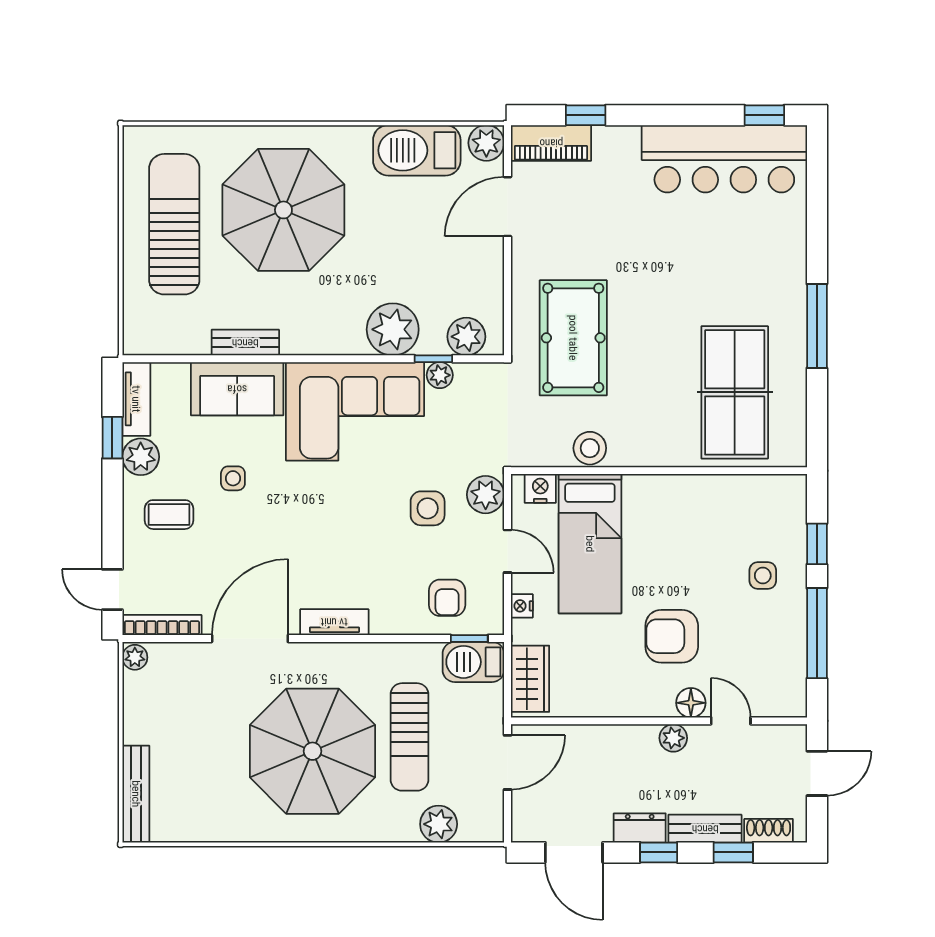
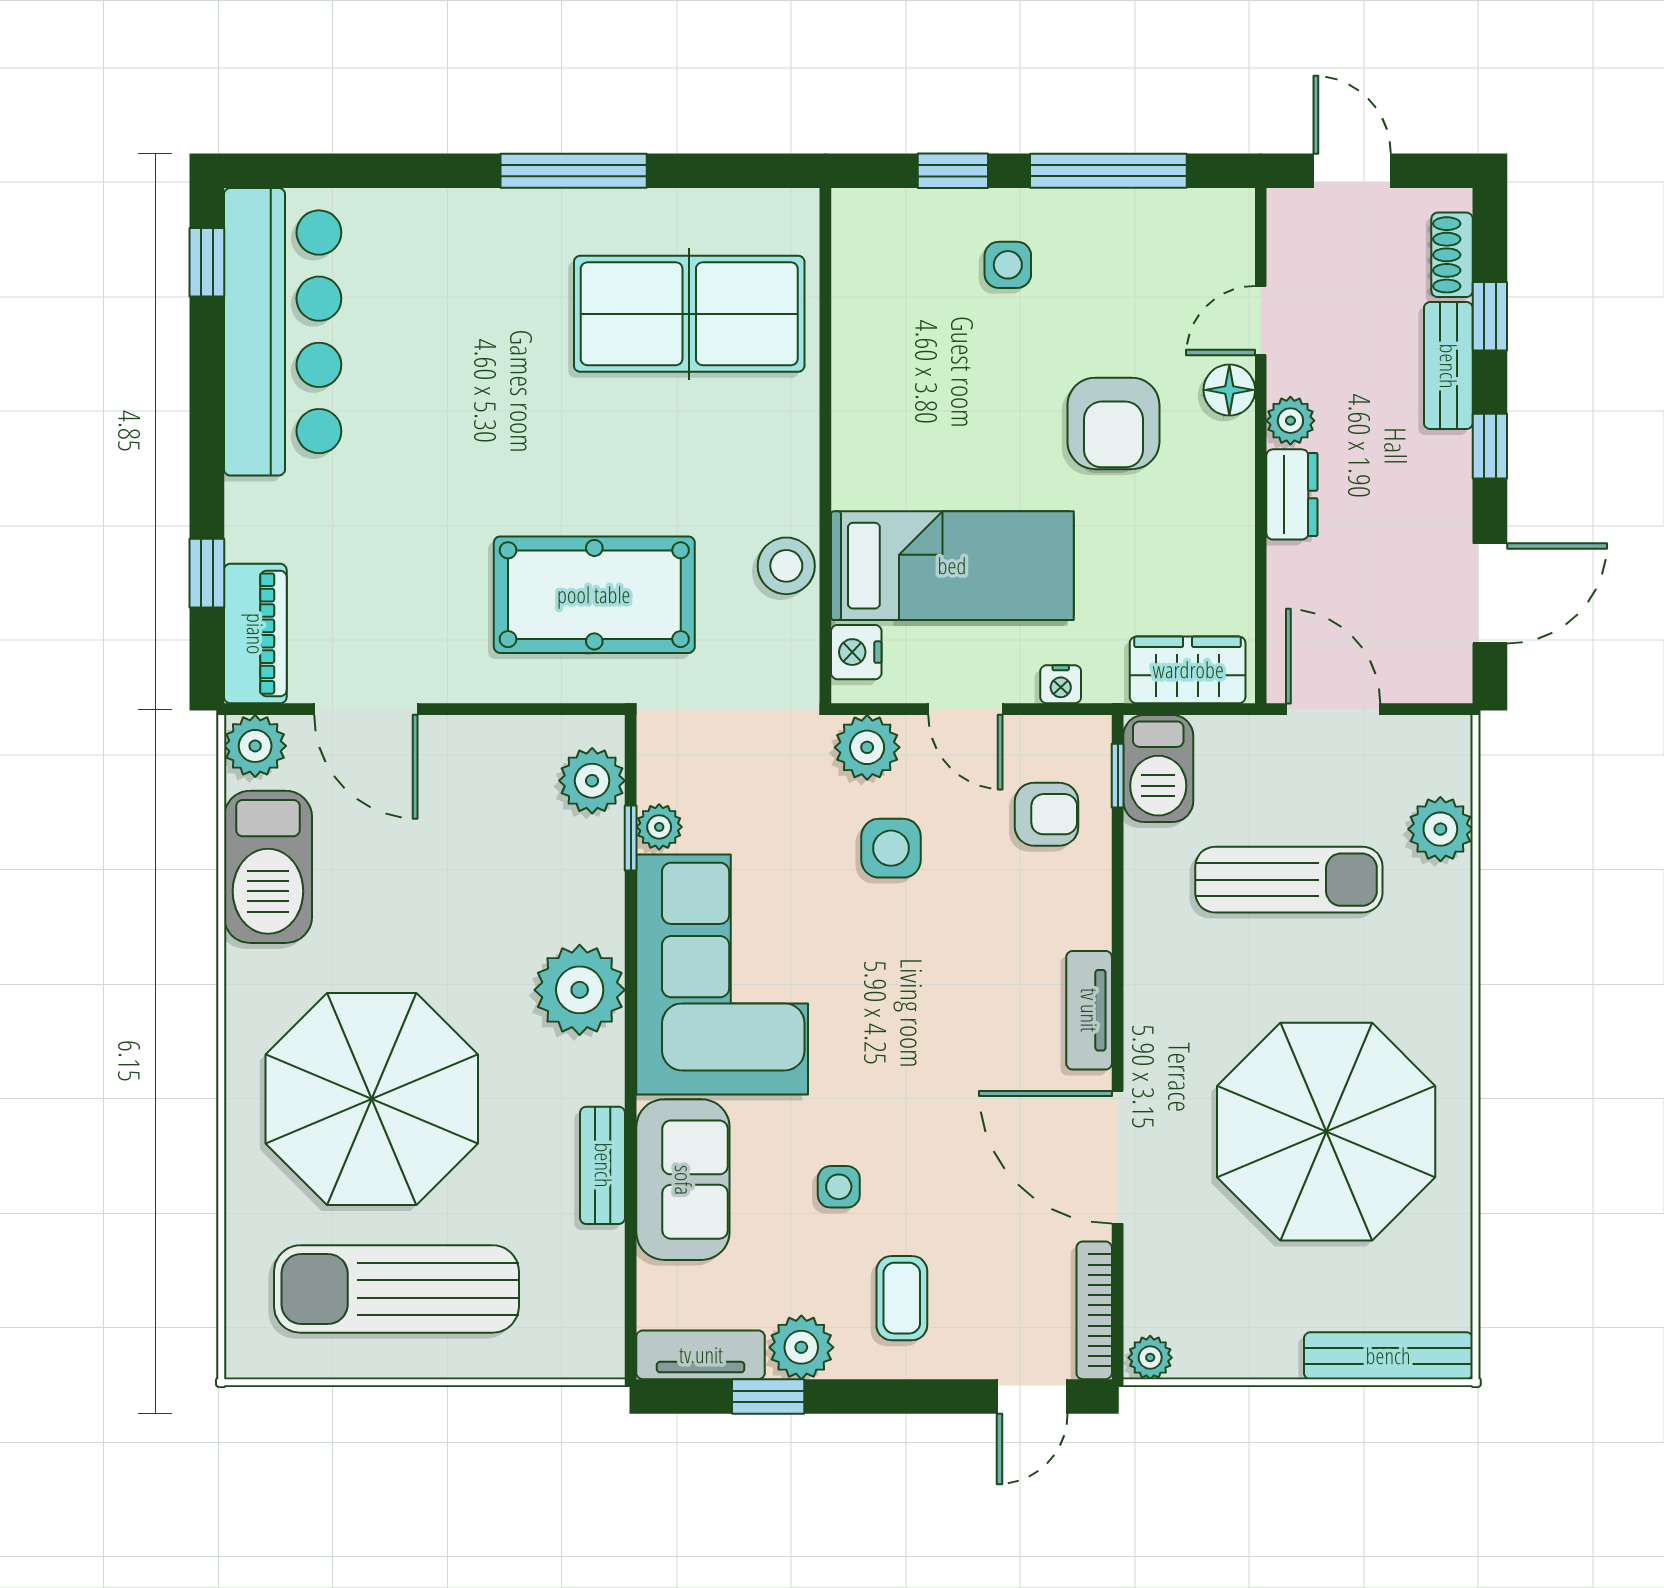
plant: (393, 329) -> (580, 990), moved
door: (507, 551) -> (965, 709), swing flipped
parasol: (313, 751) -> (1326, 1132), moved
dresser: (640, 828) -> (1292, 494), moved, turned 180

